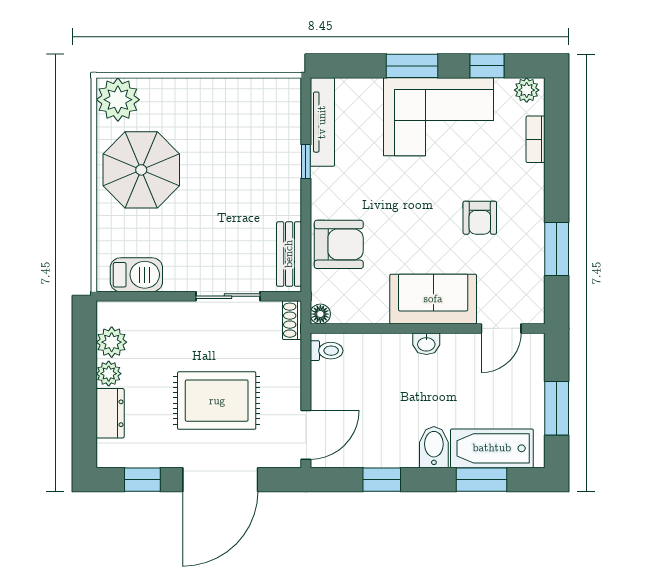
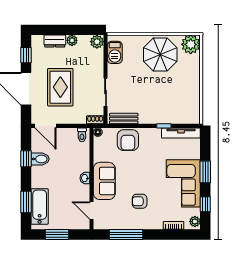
window: (557, 249) -> (126, 235), width x1.44
plant: (112, 342) -> (97, 42), moved
bidet: (434, 447) -> (40, 159), moved

